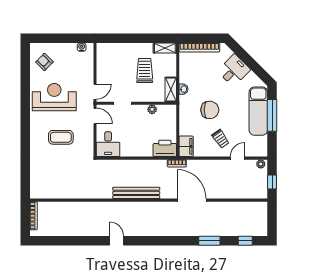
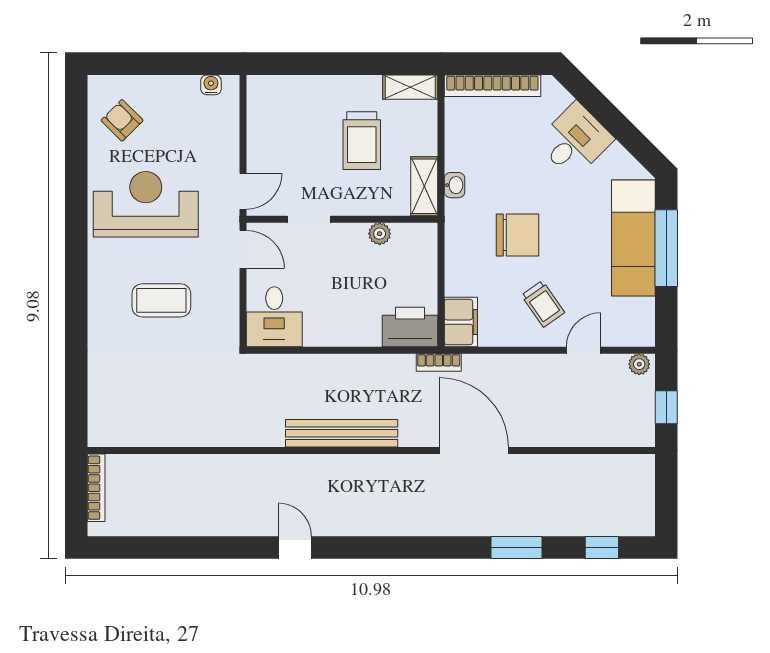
trolley: (145, 70) -> (362, 141), turned 180

